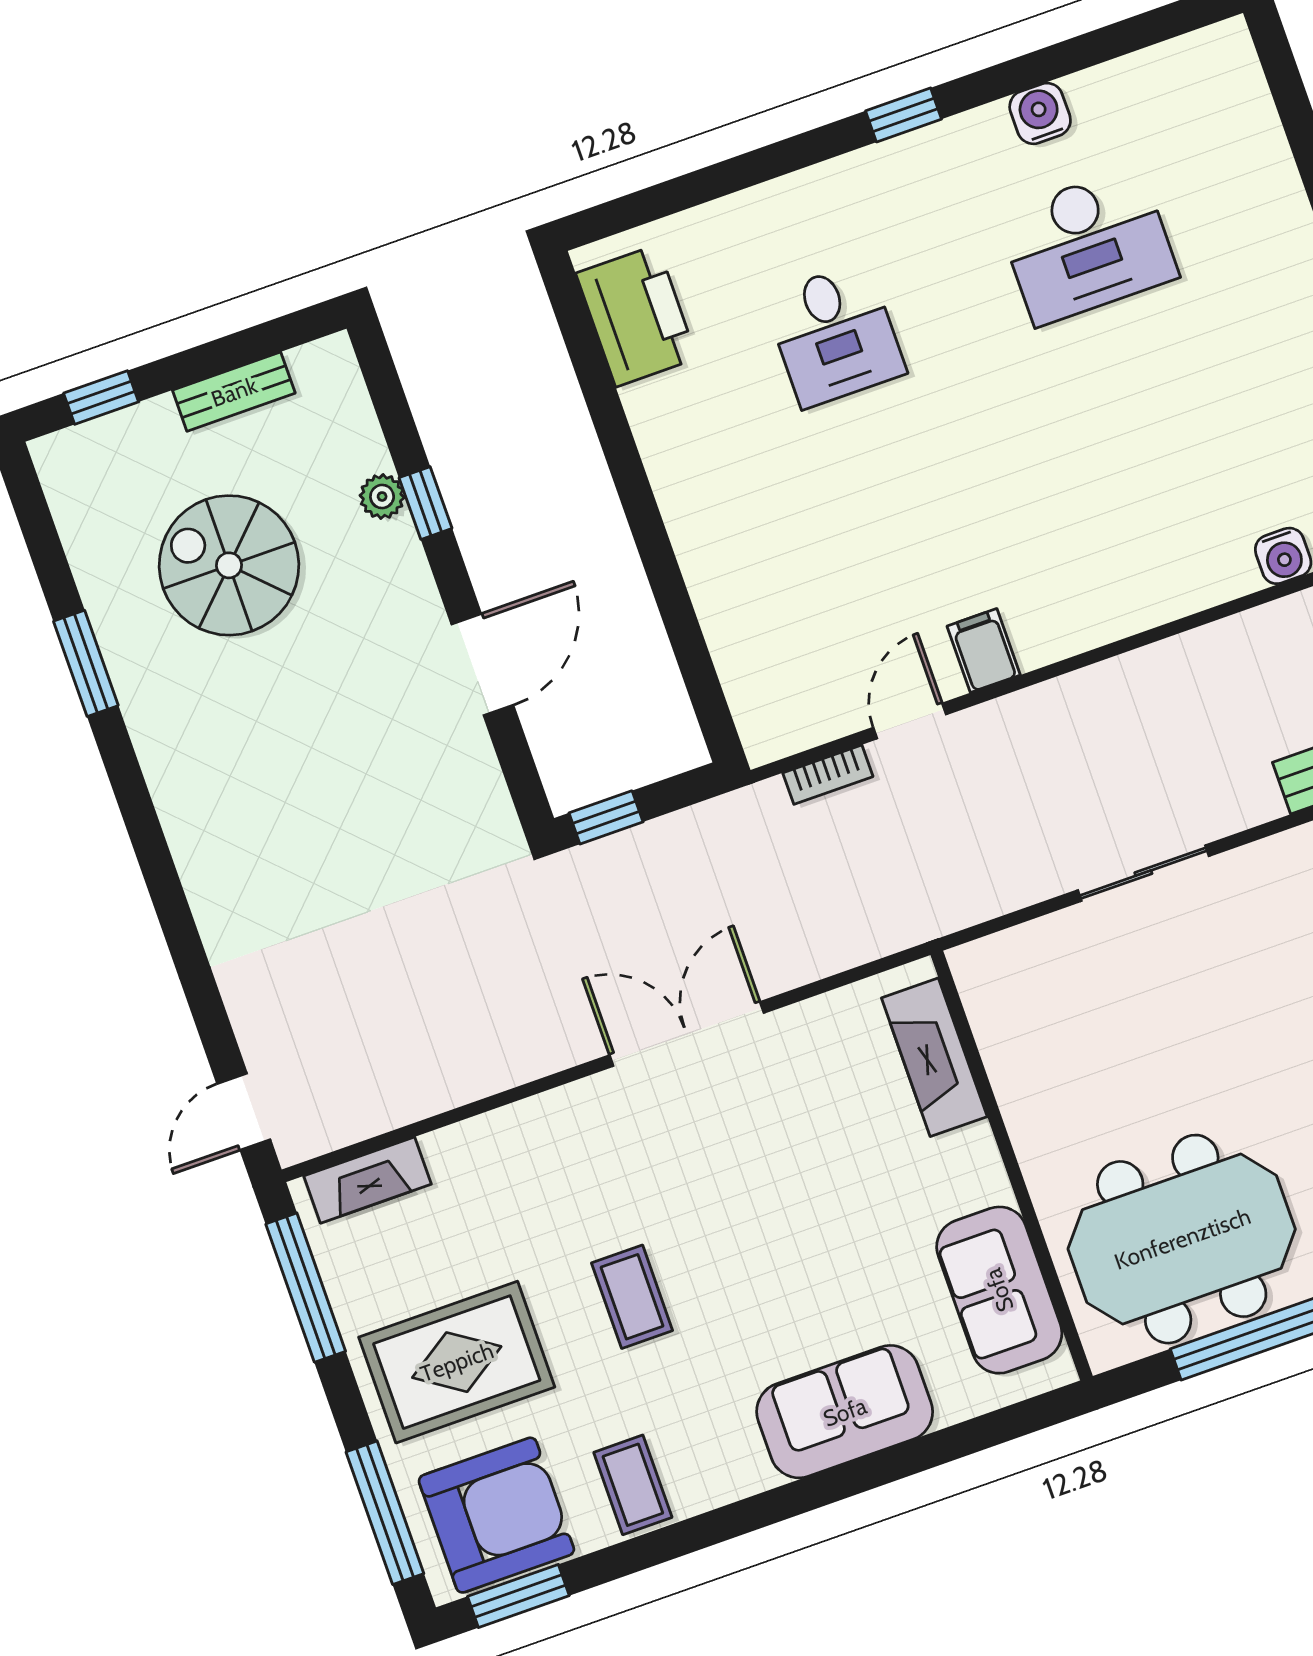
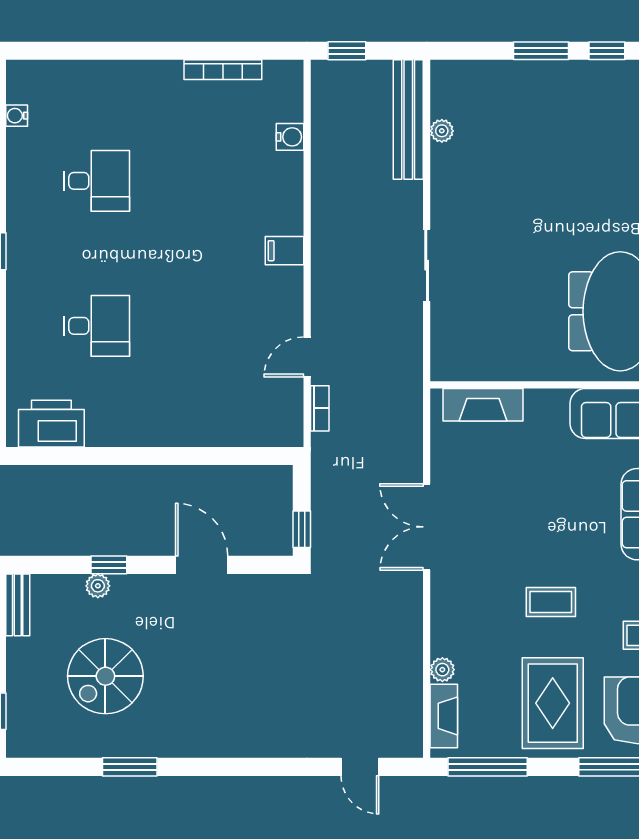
water cooler: (1040, 113) -> (17, 116), moved, width x0.72, depth x0.72
desk: (1088, 246) -> (97, 181), width x0.73
bench: (234, 392) -> (18, 605), moved
filing cabinet: (984, 651) -> (284, 251), moved
door: (910, 721) -> (307, 357), hinge flipped
door: (244, 1112) -> (360, 767), moved
plant: (447, 1149) -> (442, 670), added

